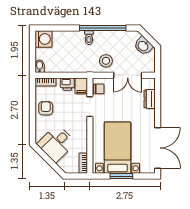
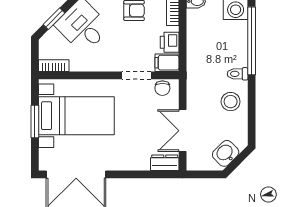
window: (103, 28) -> (252, 41), moved
stool: (106, 61) -> (231, 102), moved
dresser: (150, 99) -> (165, 163), moved
window: (51, 163) -> (54, 19), added

